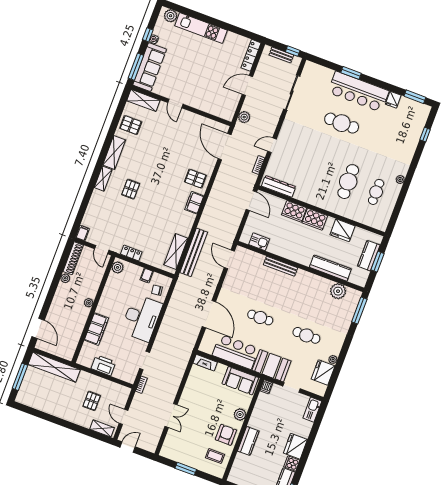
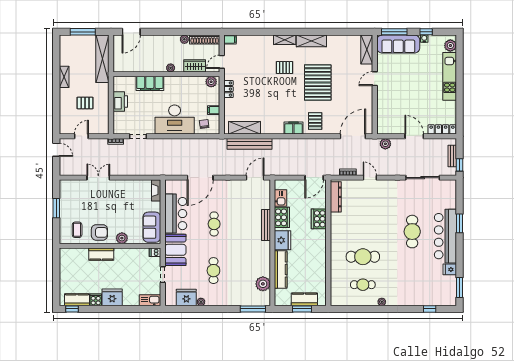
pallet: (131, 125) -> (318, 83), moved, width x2.05, depth x2.00
cooker: (315, 219) -> (282, 217), moved, turned 180
fridge: (342, 230) -> (283, 240), moved, turned 180
wardrobe: (96, 278) -> (195, 66), added
double door: (171, 415) -> (98, 178), swing flipped
shelving: (102, 428) -> (64, 77), moved

